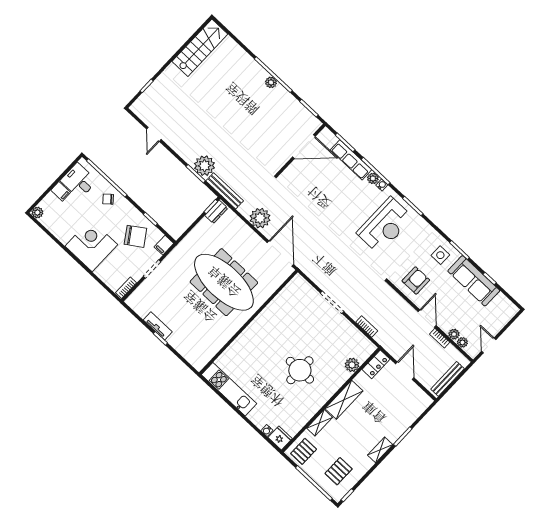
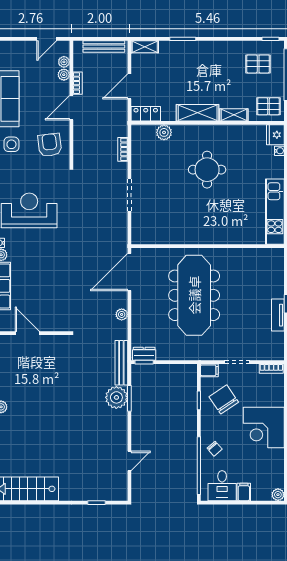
door: (304, 147) -> (27, 333), width x0.73
plant: (260, 218) -> (122, 314), width x0.53, depth x0.53
armchair: (416, 280) -> (50, 145), turned 83
shelving: (380, 450) -> (145, 47), moved

